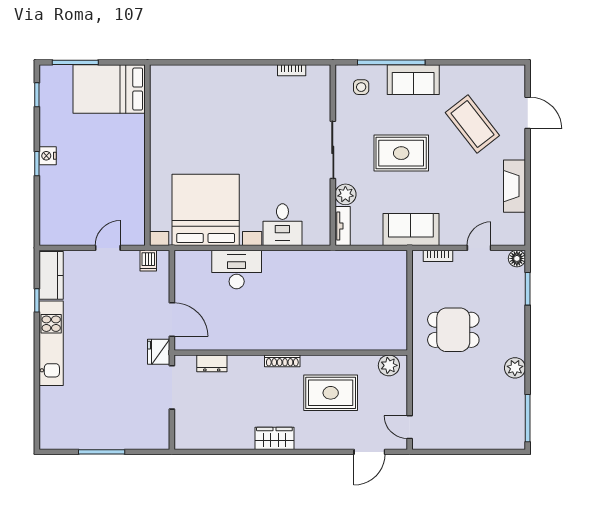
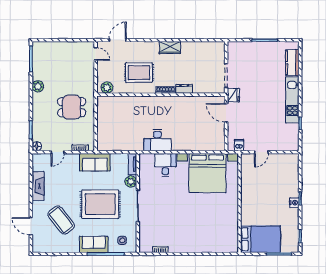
rug: (401, 153) -> (100, 204), width x1.37, depth x1.44
desk: (237, 269) -> (157, 140), moved
kitchen counter: (51, 275) -> (292, 63), moved
dresser: (212, 363) -> (184, 89), moved

